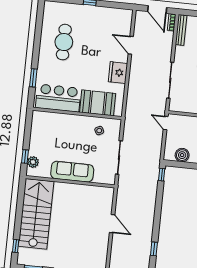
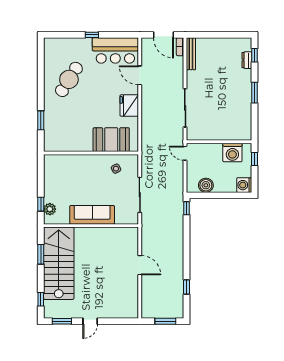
cafe table: (64, 42) -> (69, 79), turned 32
bar counter: (58, 98) -> (115, 50), moved, turned 180
window: (20, 204) -> (41, 254), added

